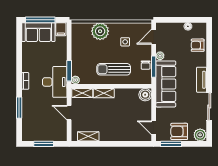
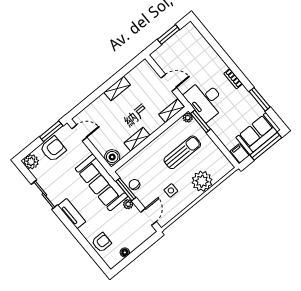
sun lounger: (114, 69) -> (182, 152), moved
shelving: (104, 93) -> (137, 139), moved
window: (19, 108) -> (260, 99), moved
shelving: (88, 136) -> (117, 89), moved

